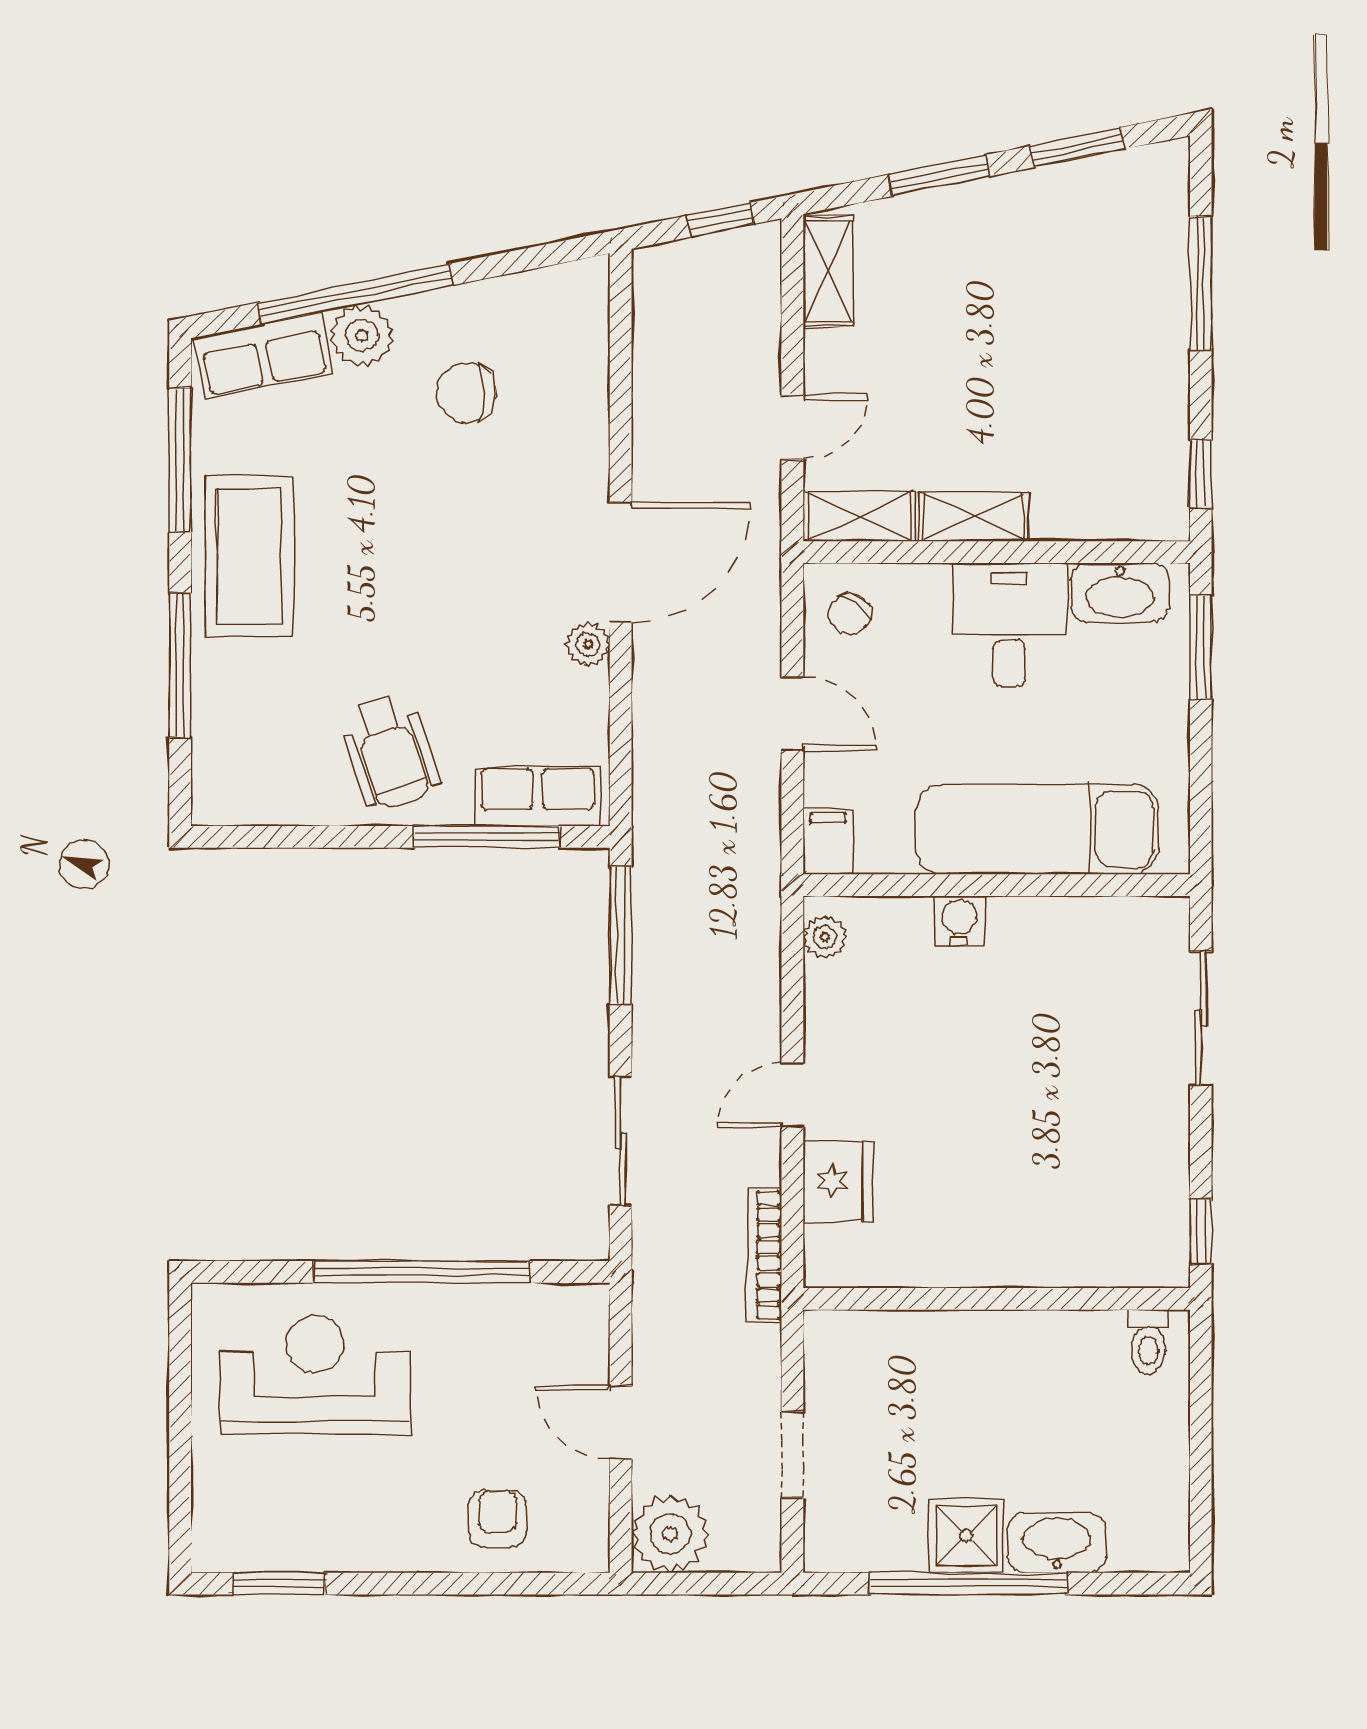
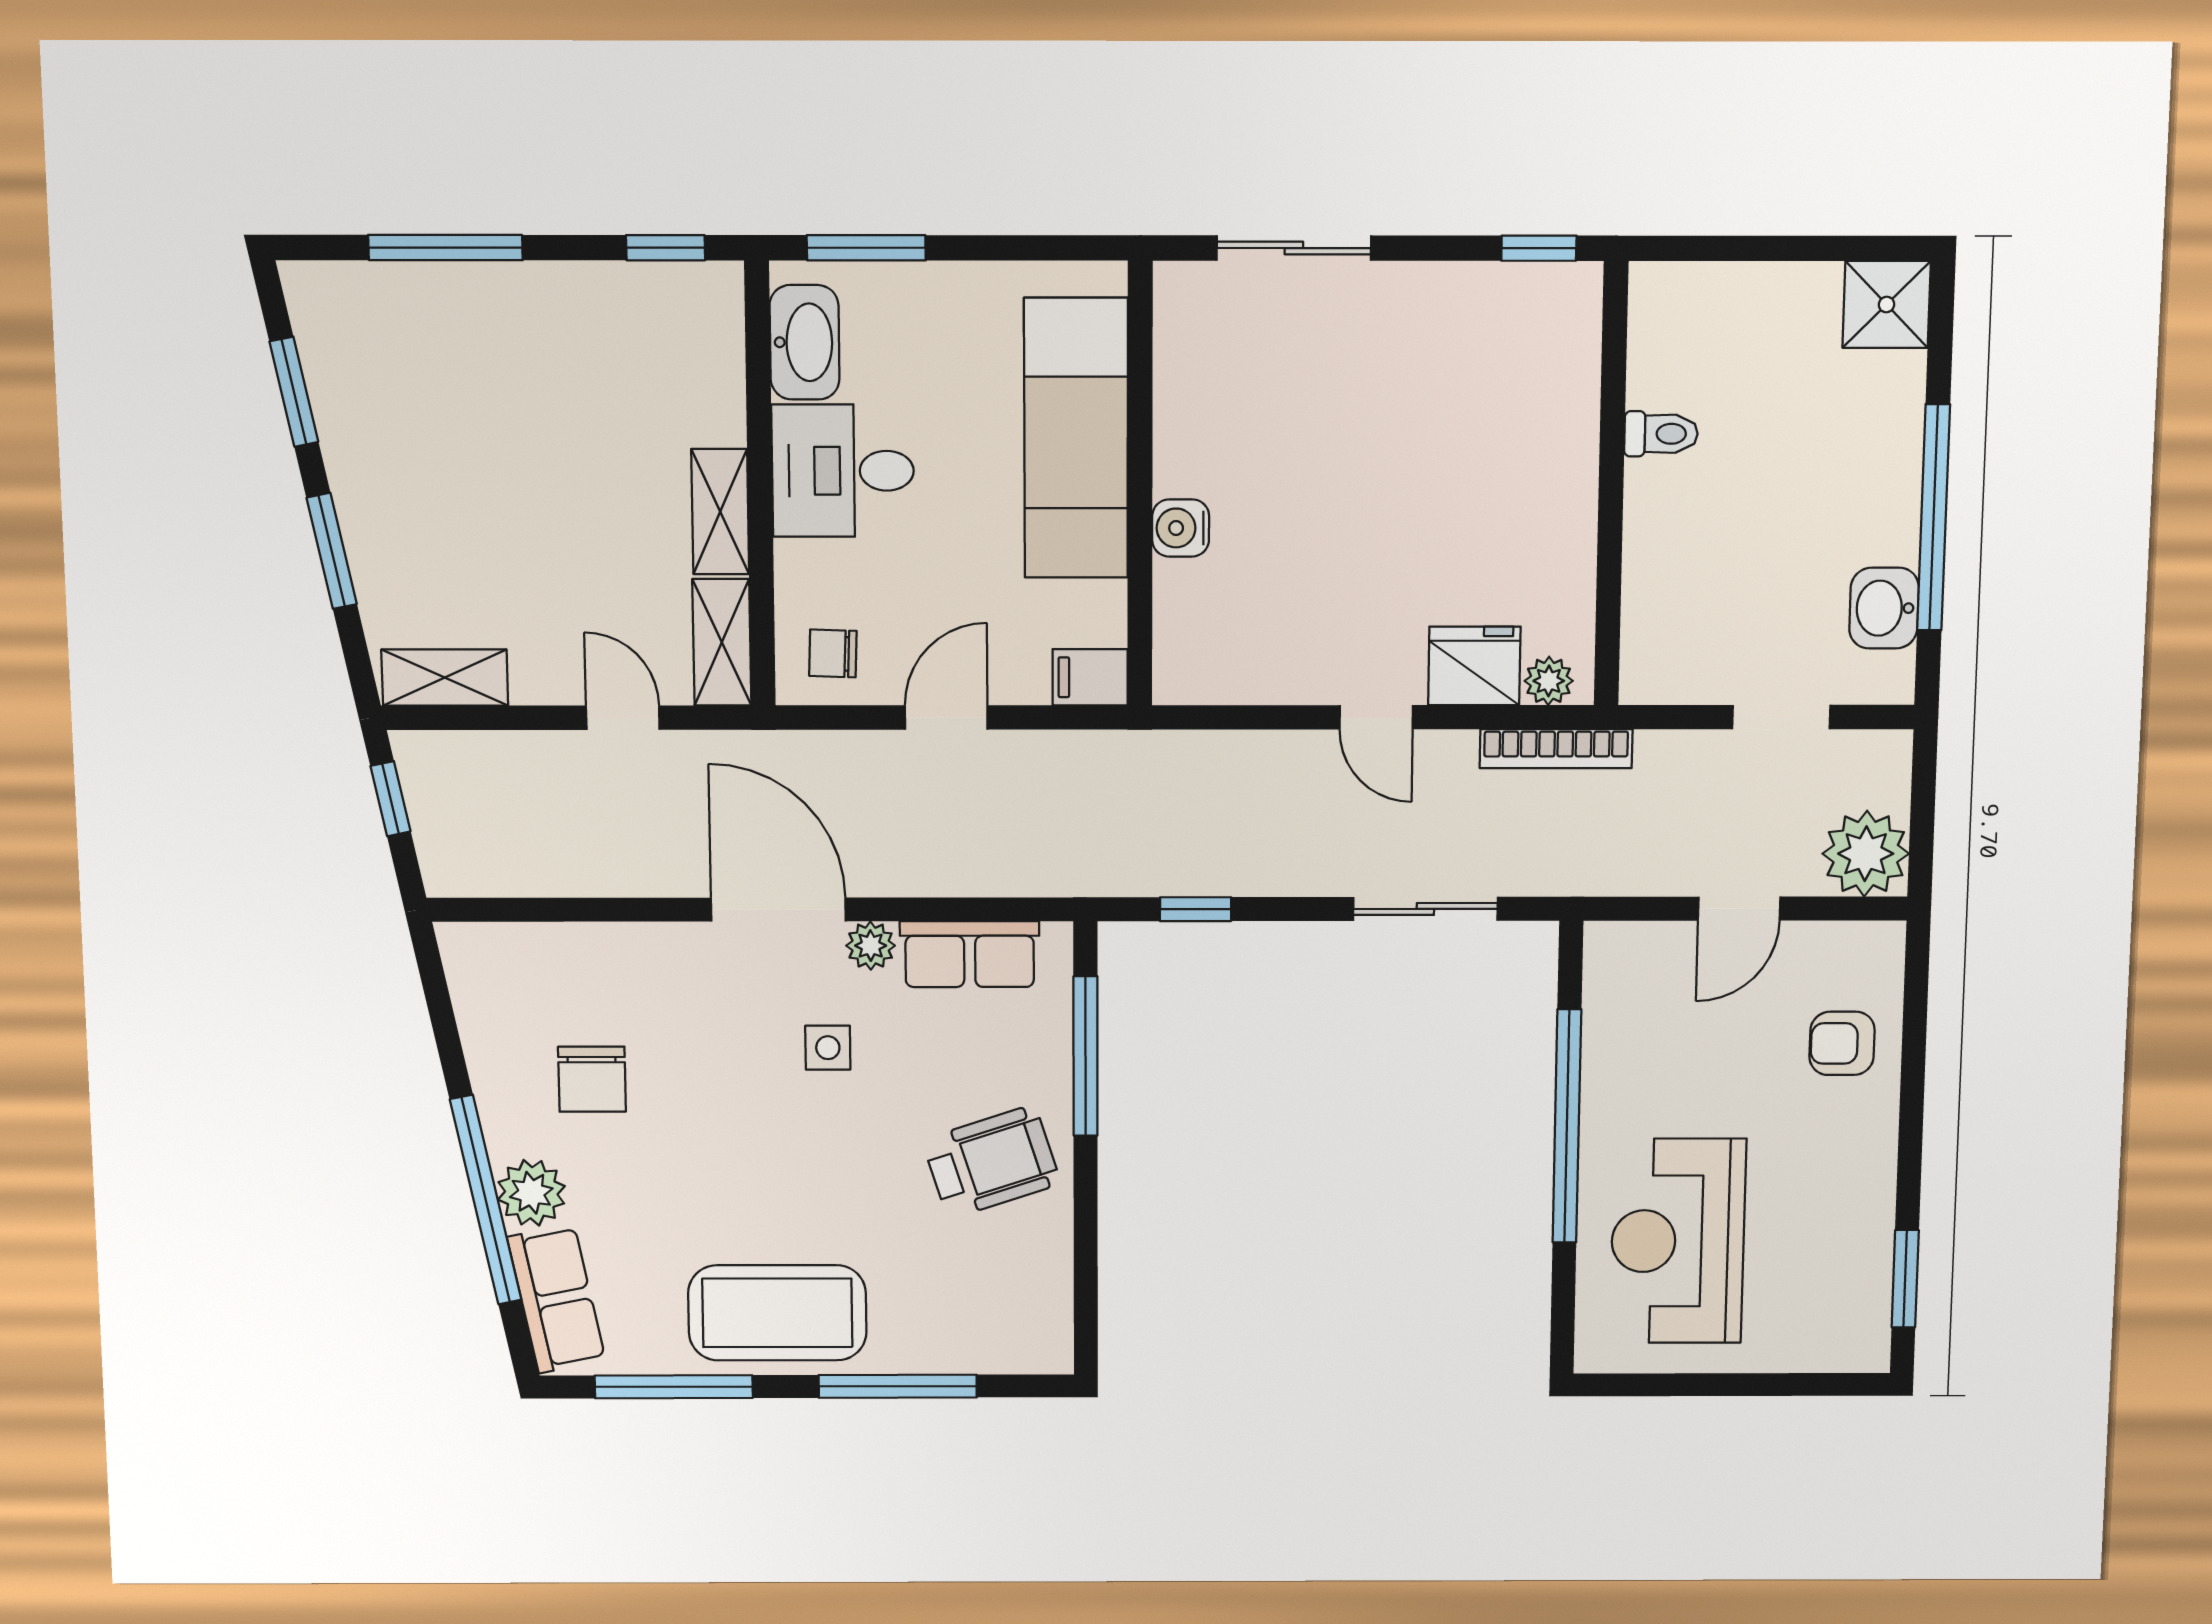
side table: (495, 605) -> (828, 1048), added
chair: (849, 614) -> (833, 653), turned 147
row of seats: (538, 796) -> (970, 954), moved, turned -90
window: (621, 935) -> (1196, 909), width x0.46
plant: (825, 937) -> (1549, 681), moved
toilet: (1148, 1342) -> (1661, 434), moved
shower: (966, 1536) -> (1887, 304), moved
washbasin: (1057, 1543) -> (1884, 608), moved, width x0.72

